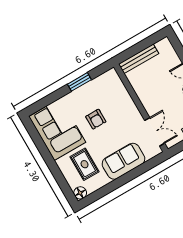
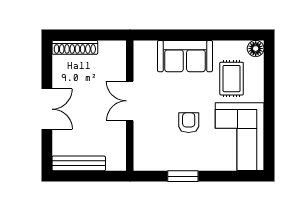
bench: (139, 59) -> (79, 163), moved
double door: (155, 132) -> (130, 101), moved

